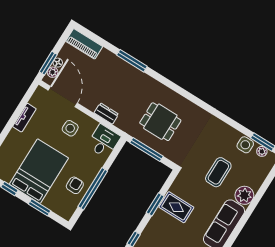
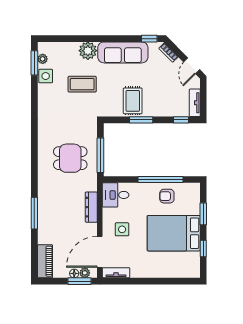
dresser: (106, 113) -> (91, 207), width x1.44
tv unit: (24, 118) -> (116, 273), moved
dining table: (160, 122) -> (70, 158), turned 90

